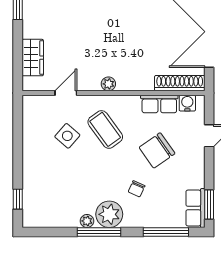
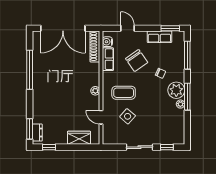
coffee table: (105, 129) -> (124, 93), turned 36
sliding door: (18, 155) -> (139, 147), added
row of seats: (195, 208) -> (159, 37), moved

